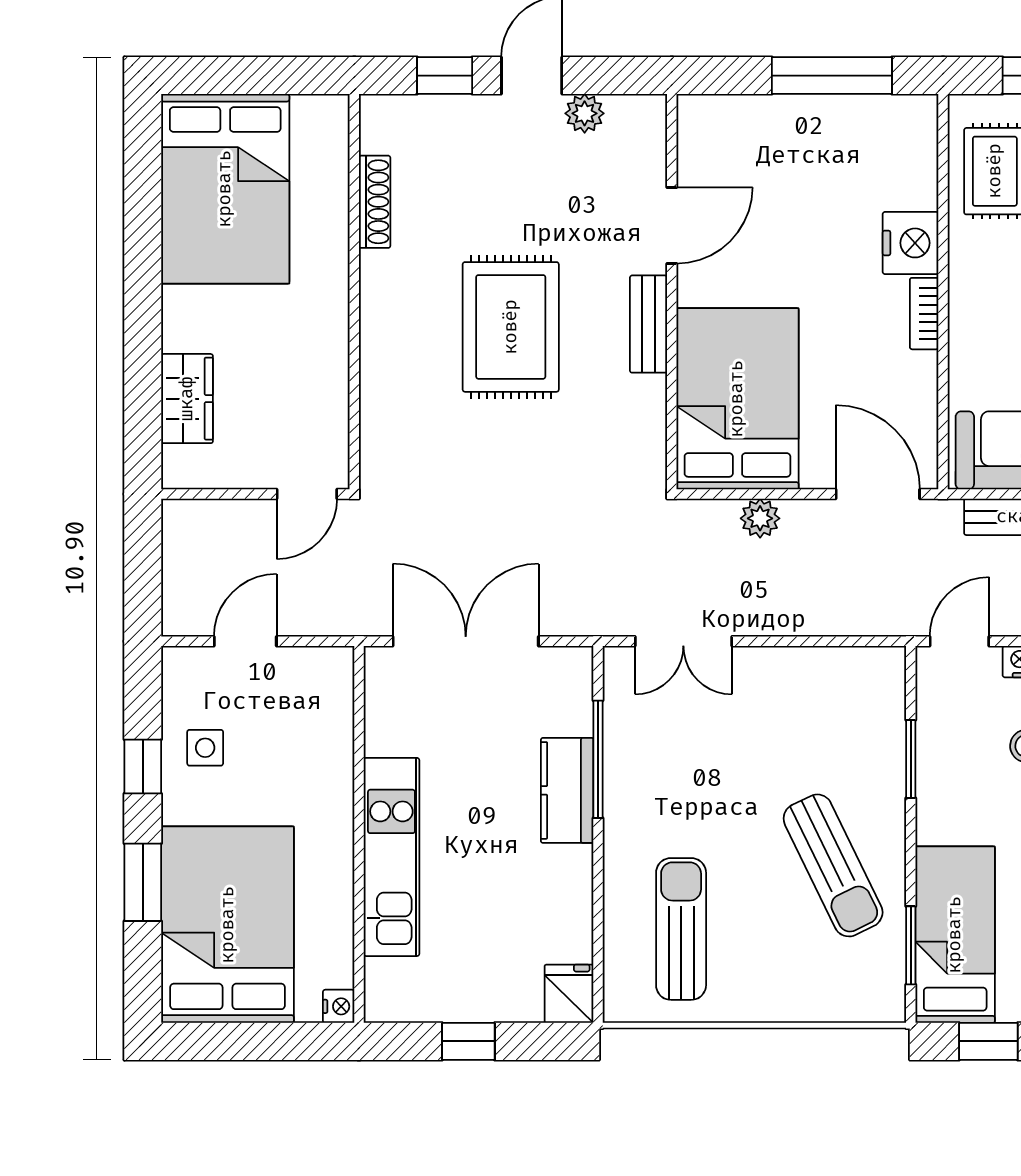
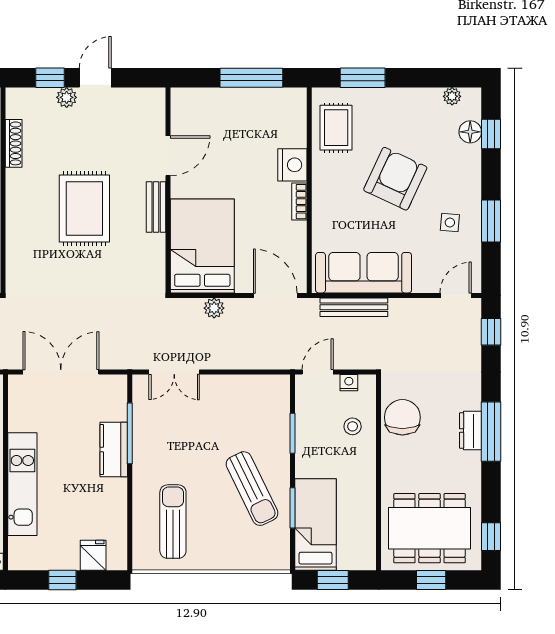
plant: (585, 113) -> (67, 97), moved
window: (911, 945) -> (292, 508), moved
fridge: (569, 994) -> (93, 555), moved

